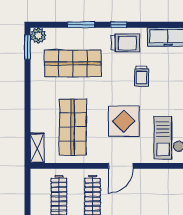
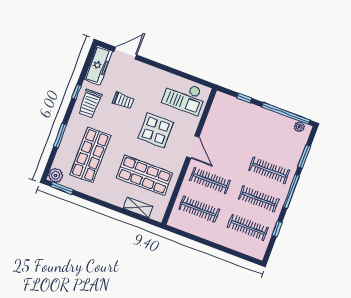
window: (119, 25) -> (77, 92), moved
trolley: (125, 43) -> (90, 104), turned 180
shelving: (37, 148) -> (138, 207), moved

